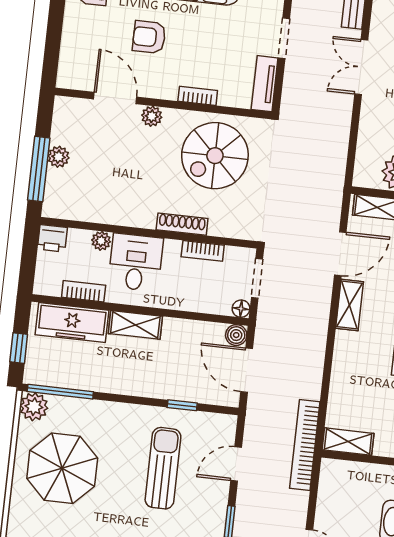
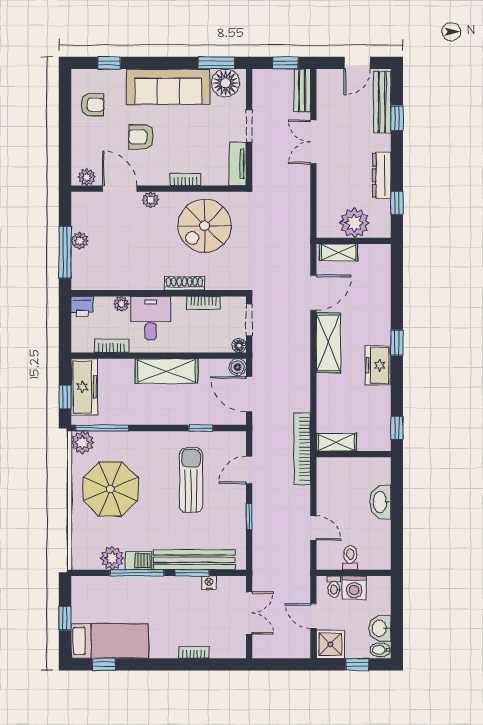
plant: (76, 79) -> (87, 177), added
shelving: (350, 305) -> (328, 343), width x1.50, depth x1.33
freezer: (72, 322) -> (84, 387), moved, turned -90
shelving: (135, 325) -> (166, 371), width x1.50, depth x1.33

